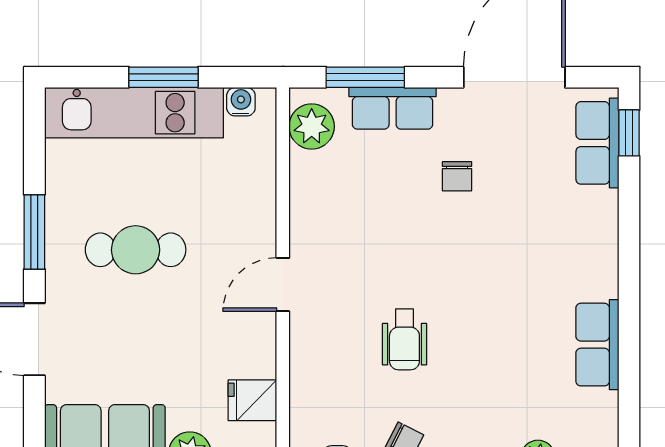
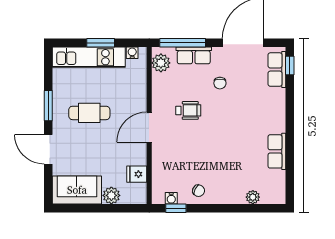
window: (365, 77) -> (183, 43), width x1.44
door: (283, 285) -> (149, 127), width x1.38
wheelchair: (404, 339) -> (188, 110), moved, turned -90

